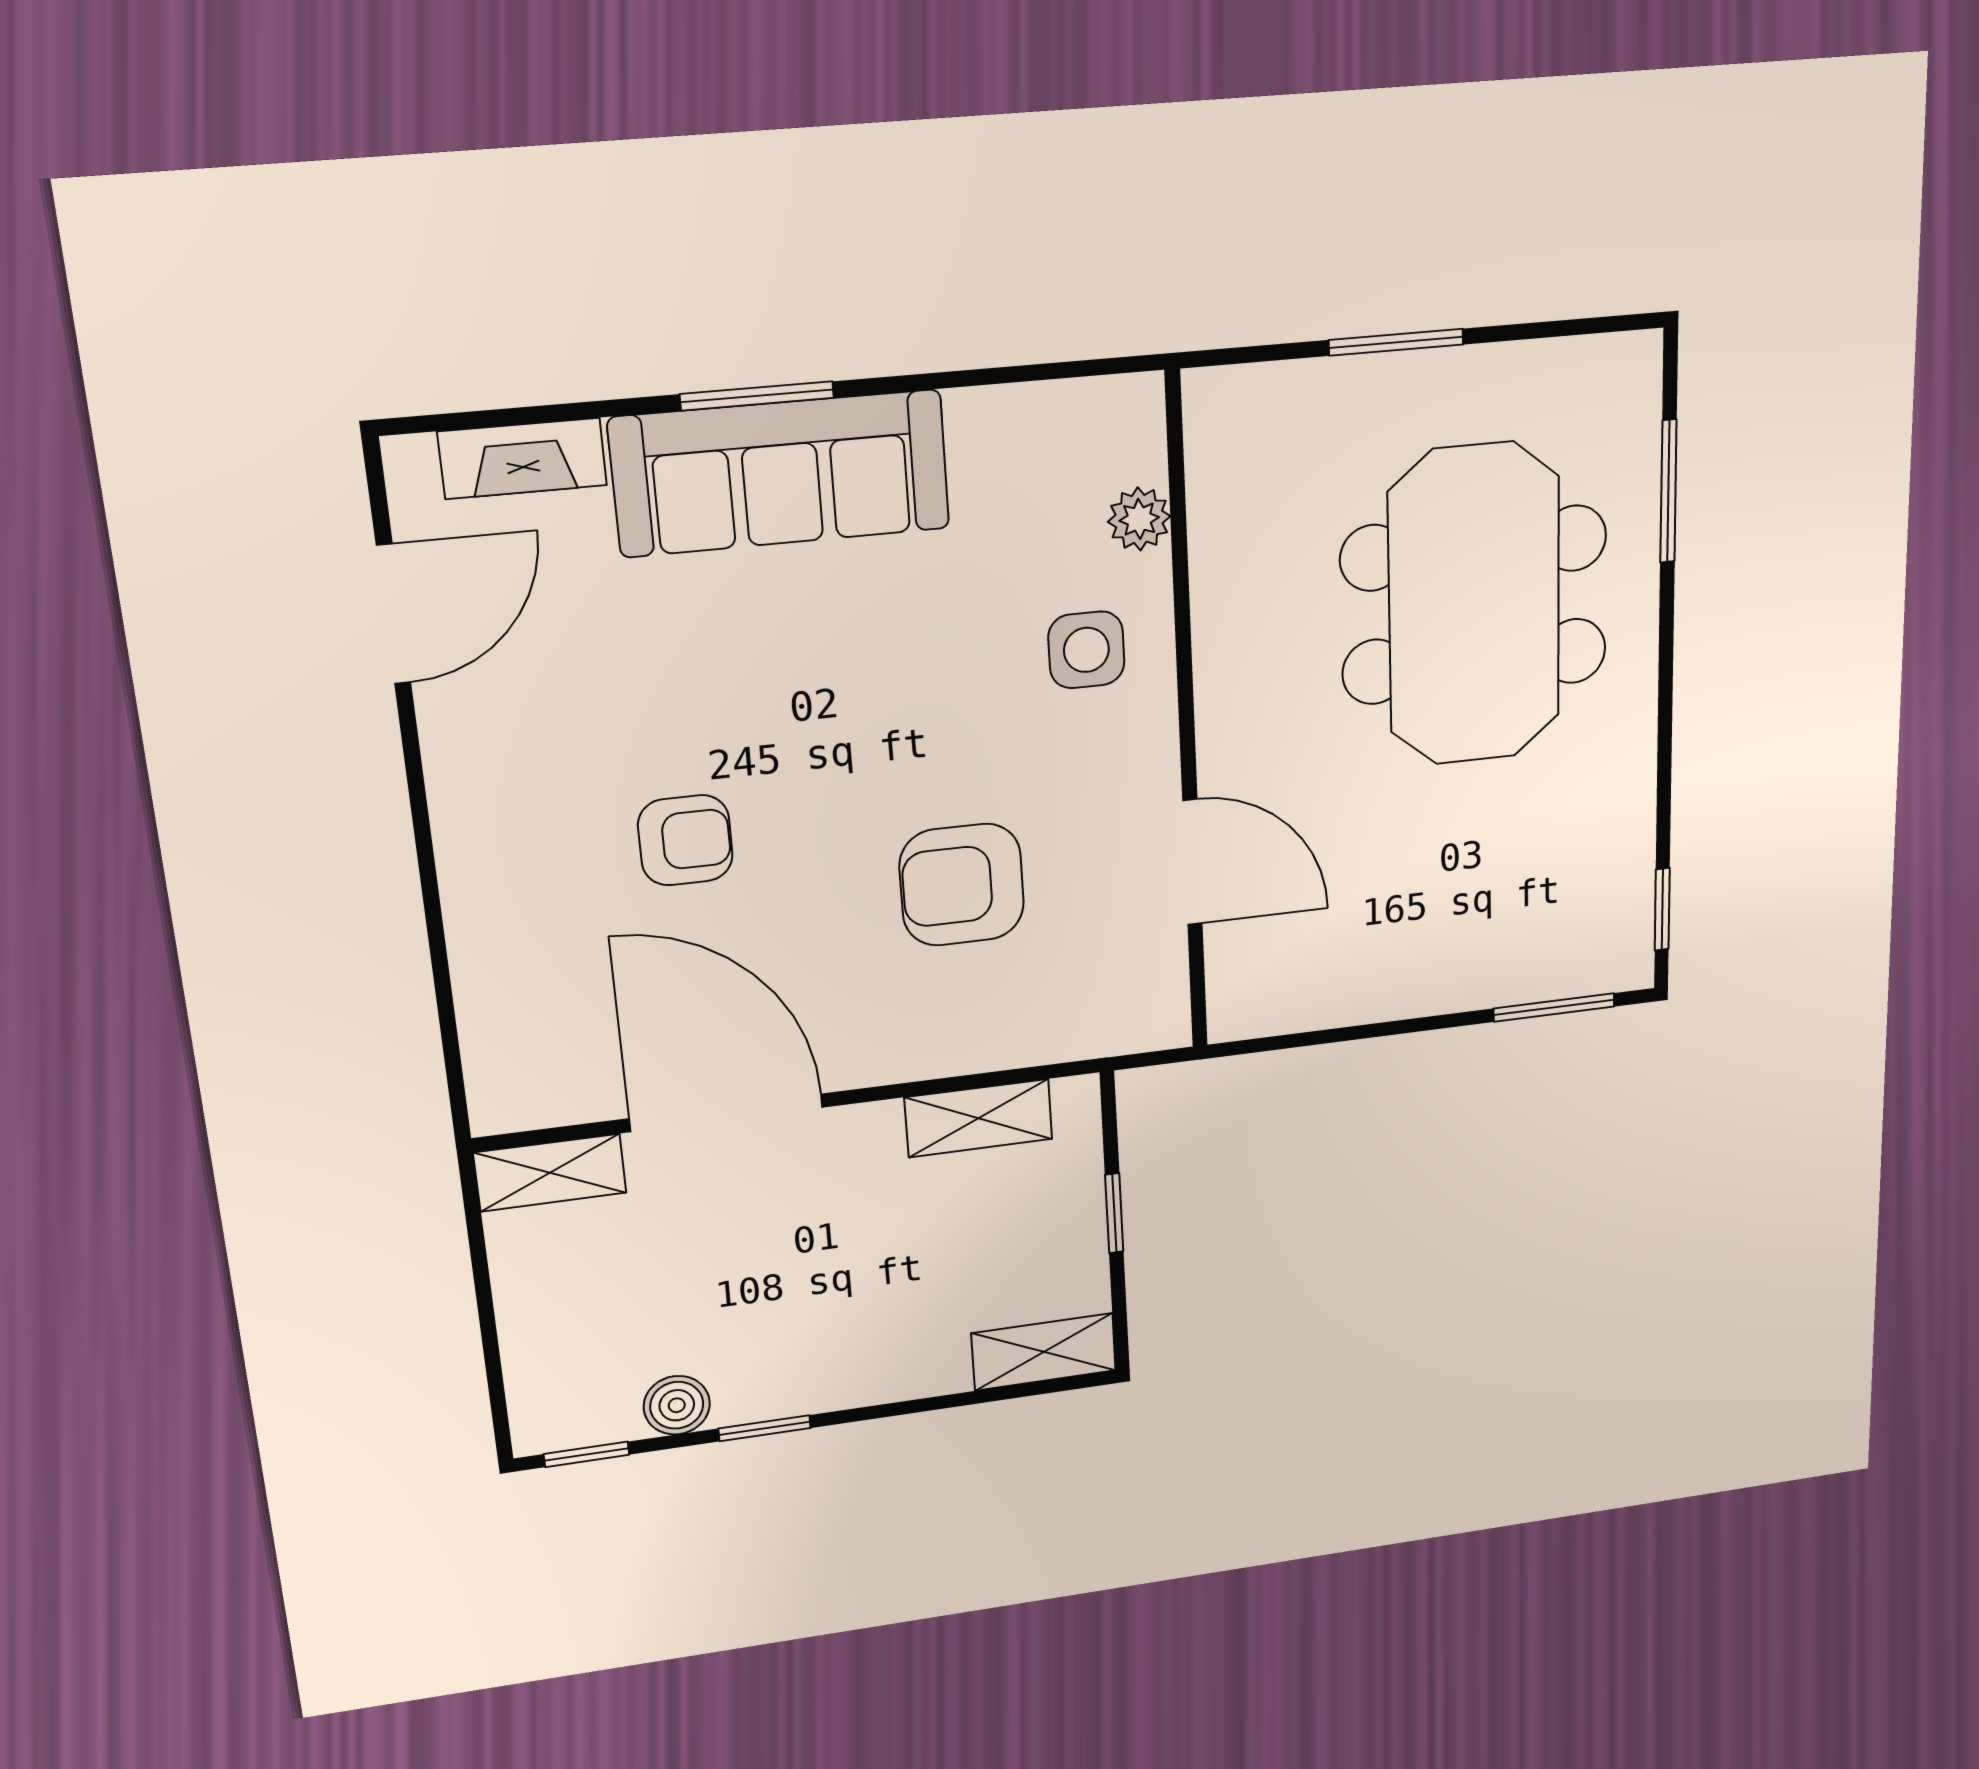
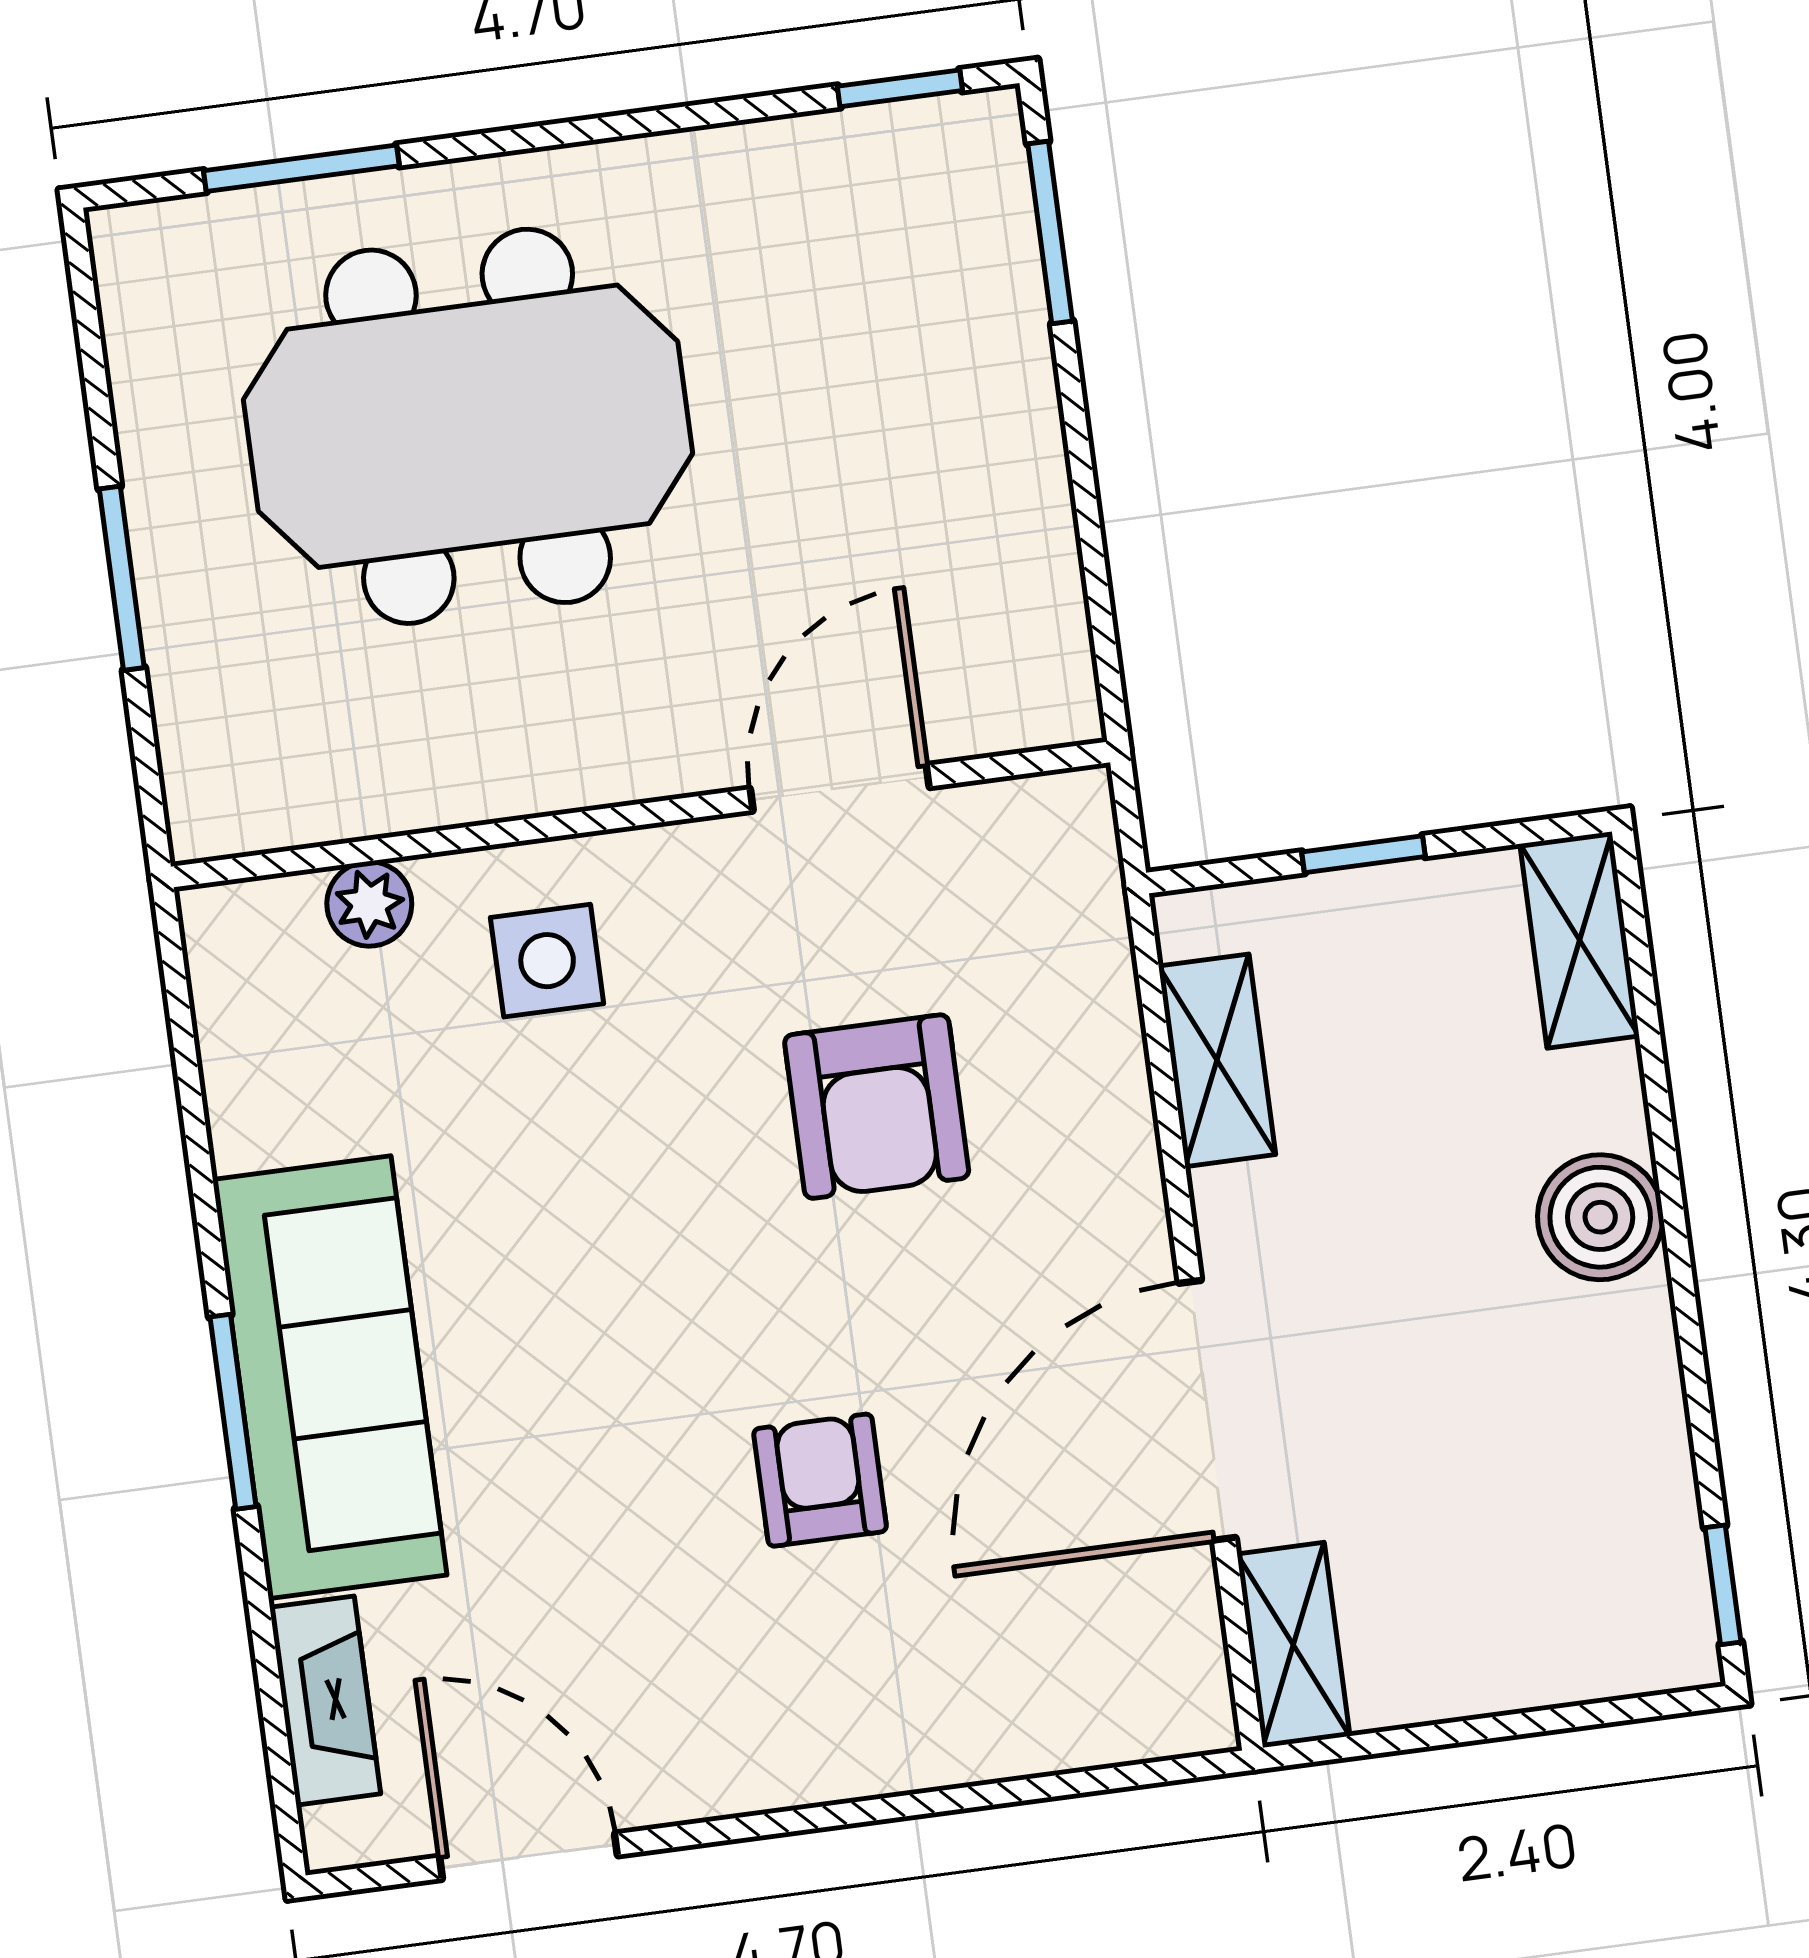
boiler: (677, 1405) -> (1600, 1217), moved, width x1.36, depth x1.36
window: (765, 1428) -> (1690, 1336), removed

